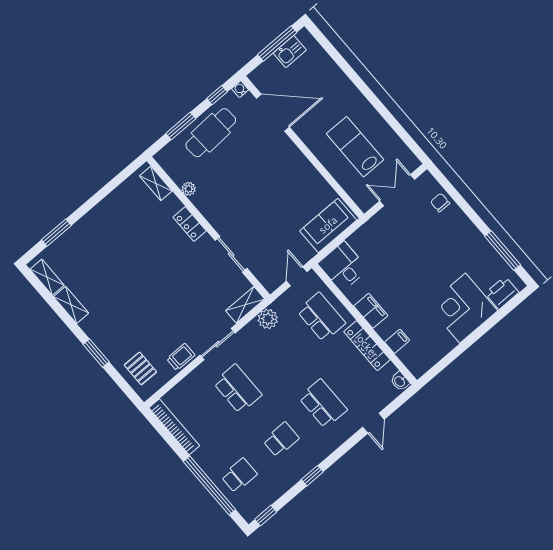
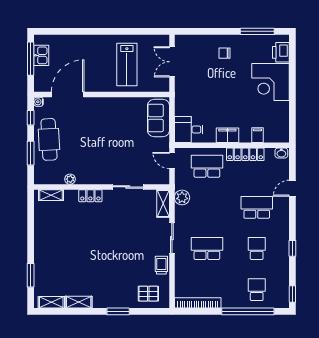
lab bench: (355, 147) -> (127, 65), turned -90
chair: (440, 203) -> (224, 53), moved
door: (373, 423) -> (292, 188), swing flipped

